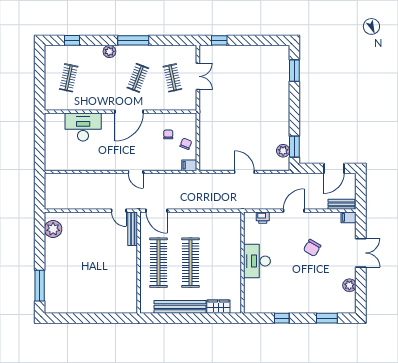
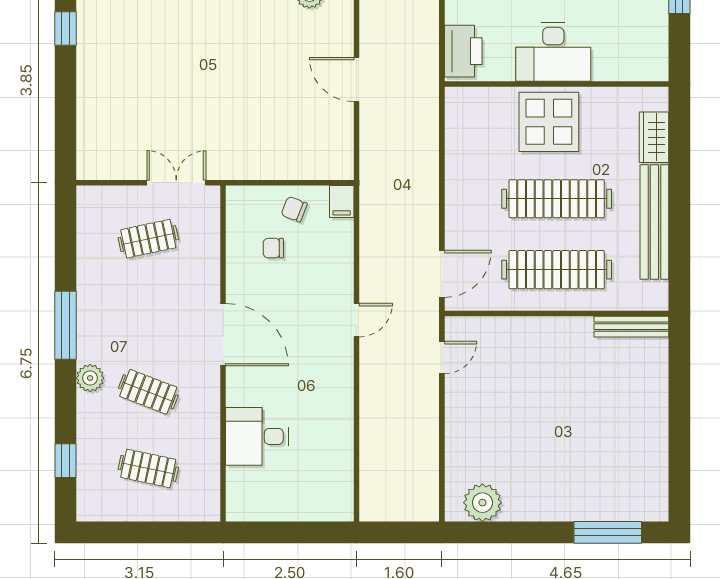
window: (219, 40) -> (66, 29), moved
double door: (198, 76) -> (176, 183), moved
clothes rail: (138, 78) -> (148, 392), moved
desk: (83, 127) -> (257, 436), width x0.73
door: (244, 172) -> (356, 80), hinge flipped
printer: (263, 218) -> (463, 51), width x1.87, depth x1.48
bench: (133, 229) -> (631, 327), moved
display table: (225, 259) -> (549, 122), added

